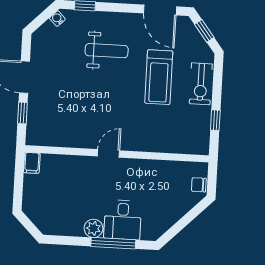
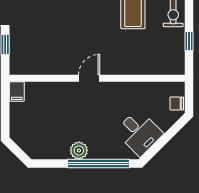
desk: (123, 220) -> (139, 133), moved, turned -45
window: (113, 243) -> (98, 164), width x1.46

